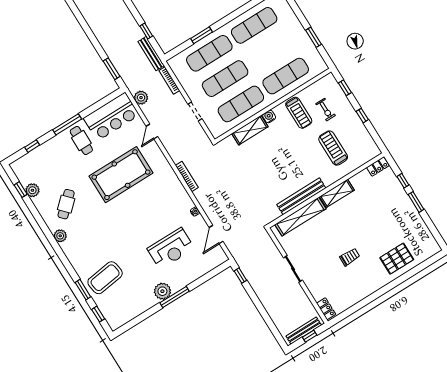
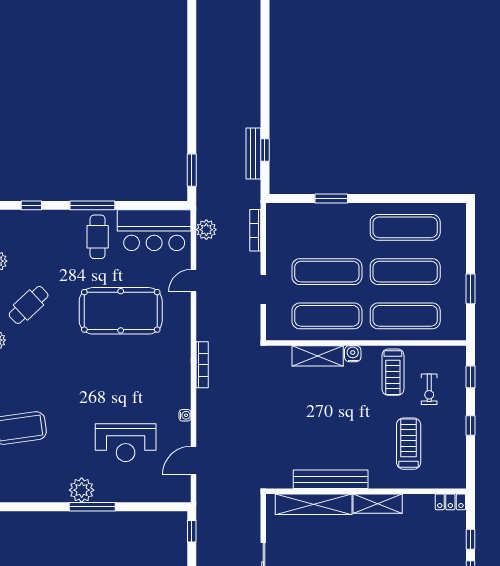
exercise mat: (209, 53) -> (405, 272), moved
bench: (151, 54) -> (253, 153), moved

